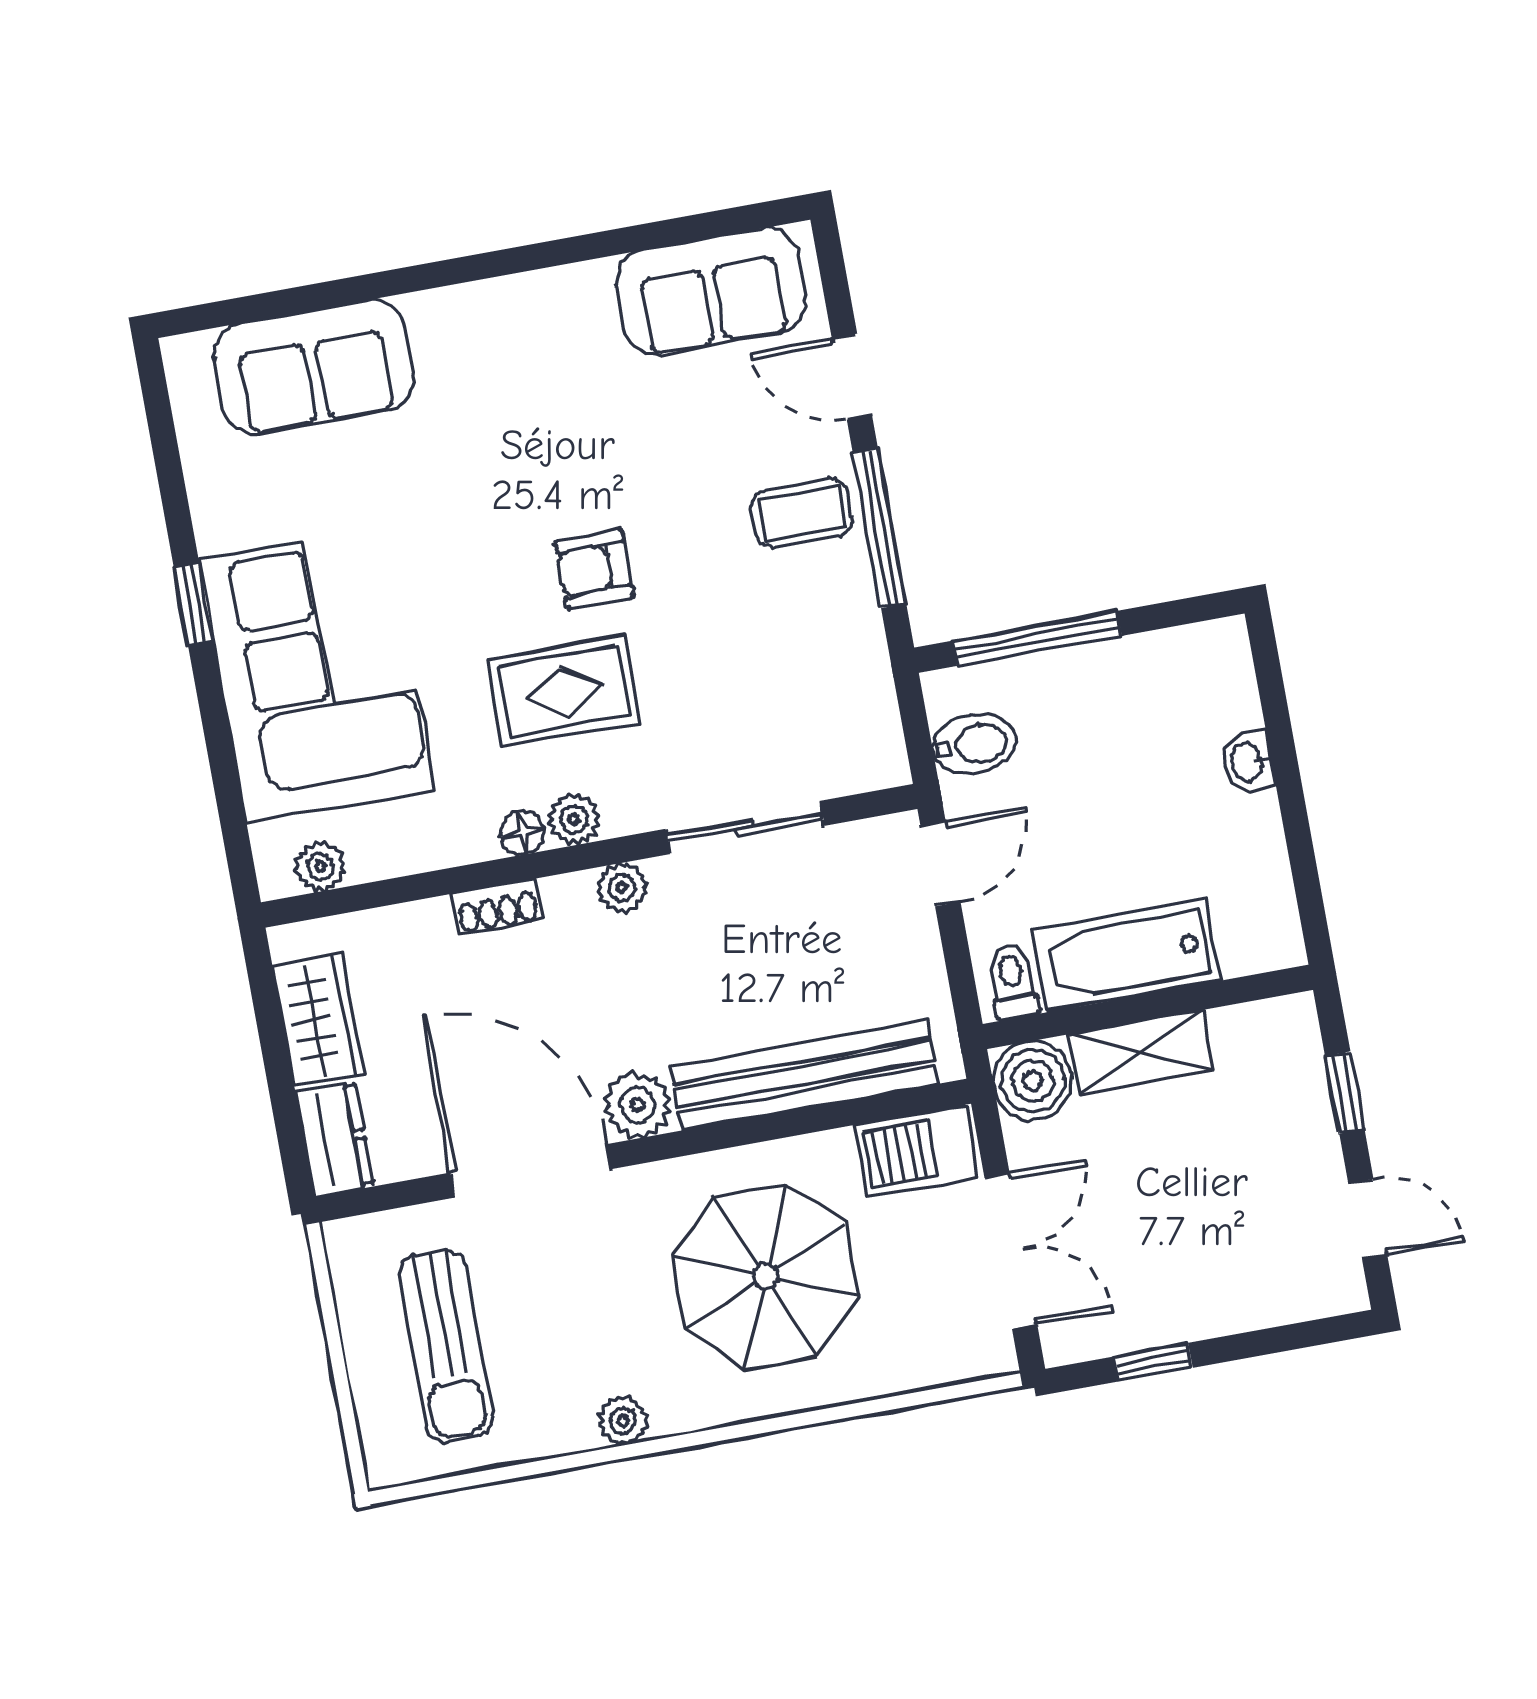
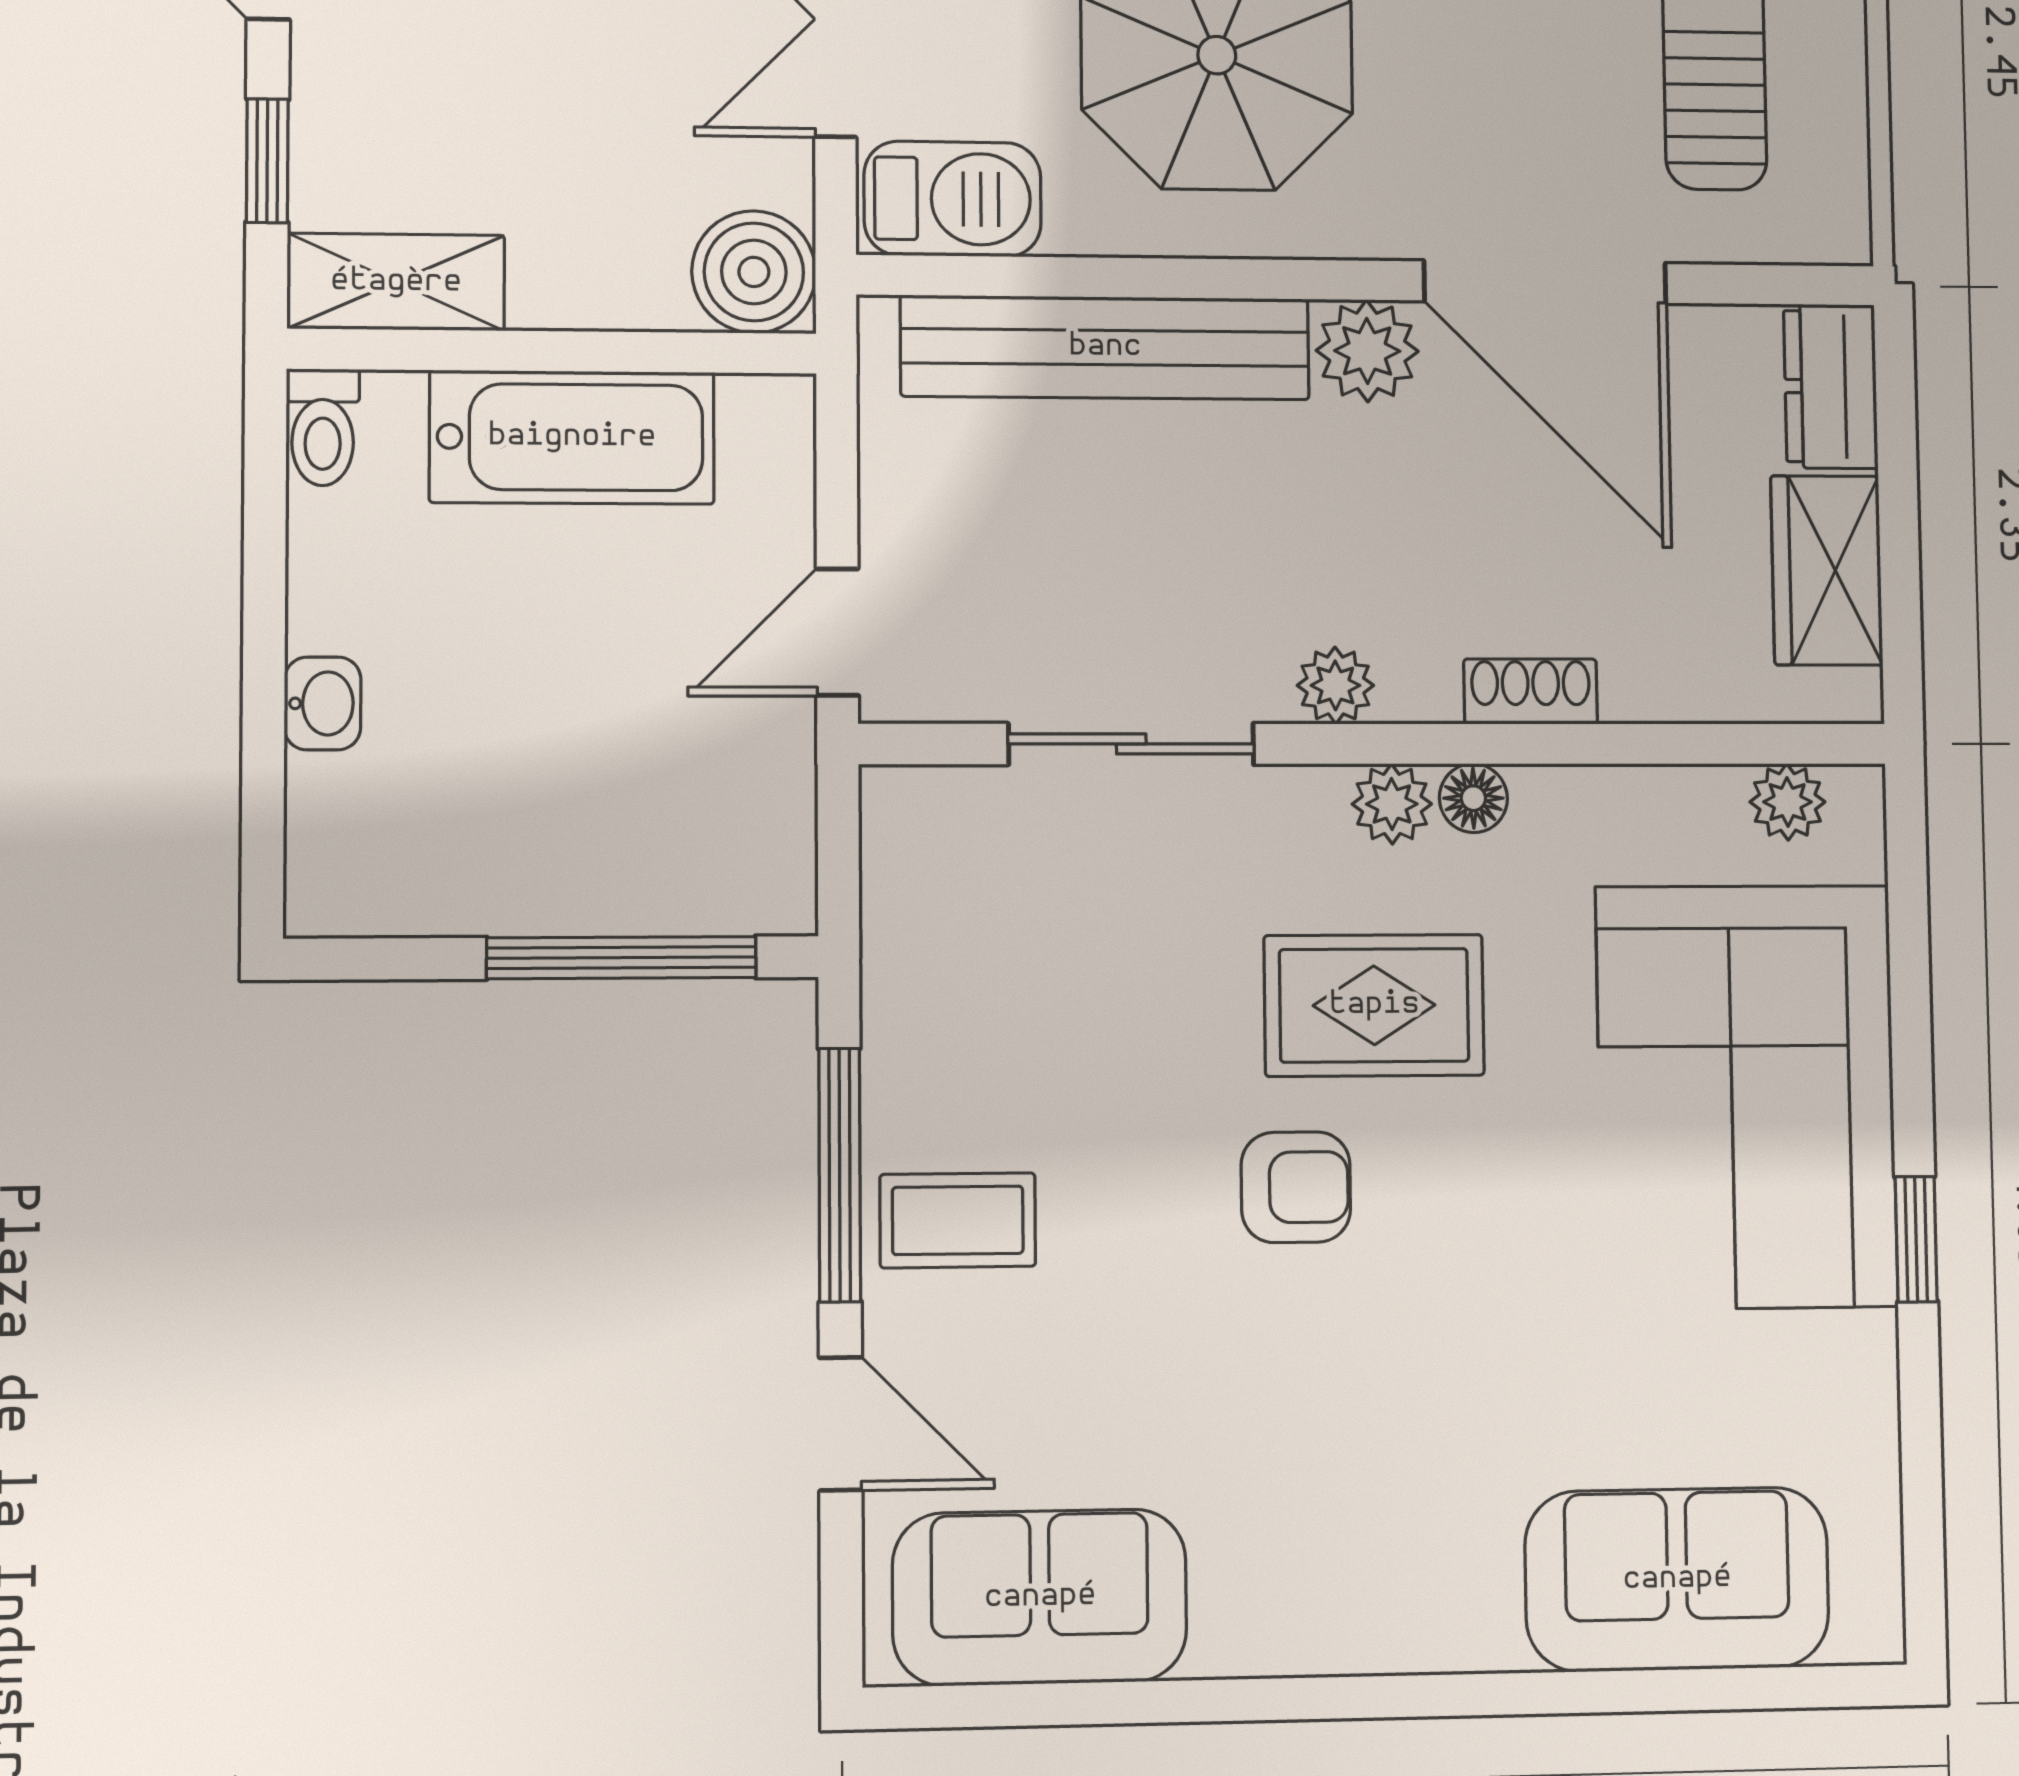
bidet: (975, 744) -> (751, 809), removed
toilet: (1012, 981) -> (323, 427), moved
shelving: (1141, 1052) -> (396, 282), moved

